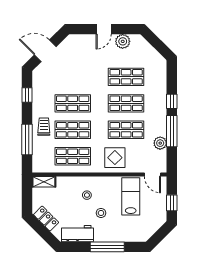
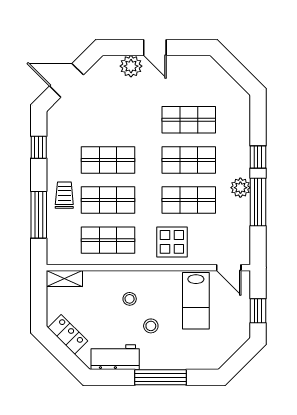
door: (104, 29) -> (155, 47), hinge flipped
plant: (123, 41) -> (131, 66), moved
plant: (160, 143) -> (240, 188), moved
lab bench: (131, 196) -> (196, 301), turned 180

